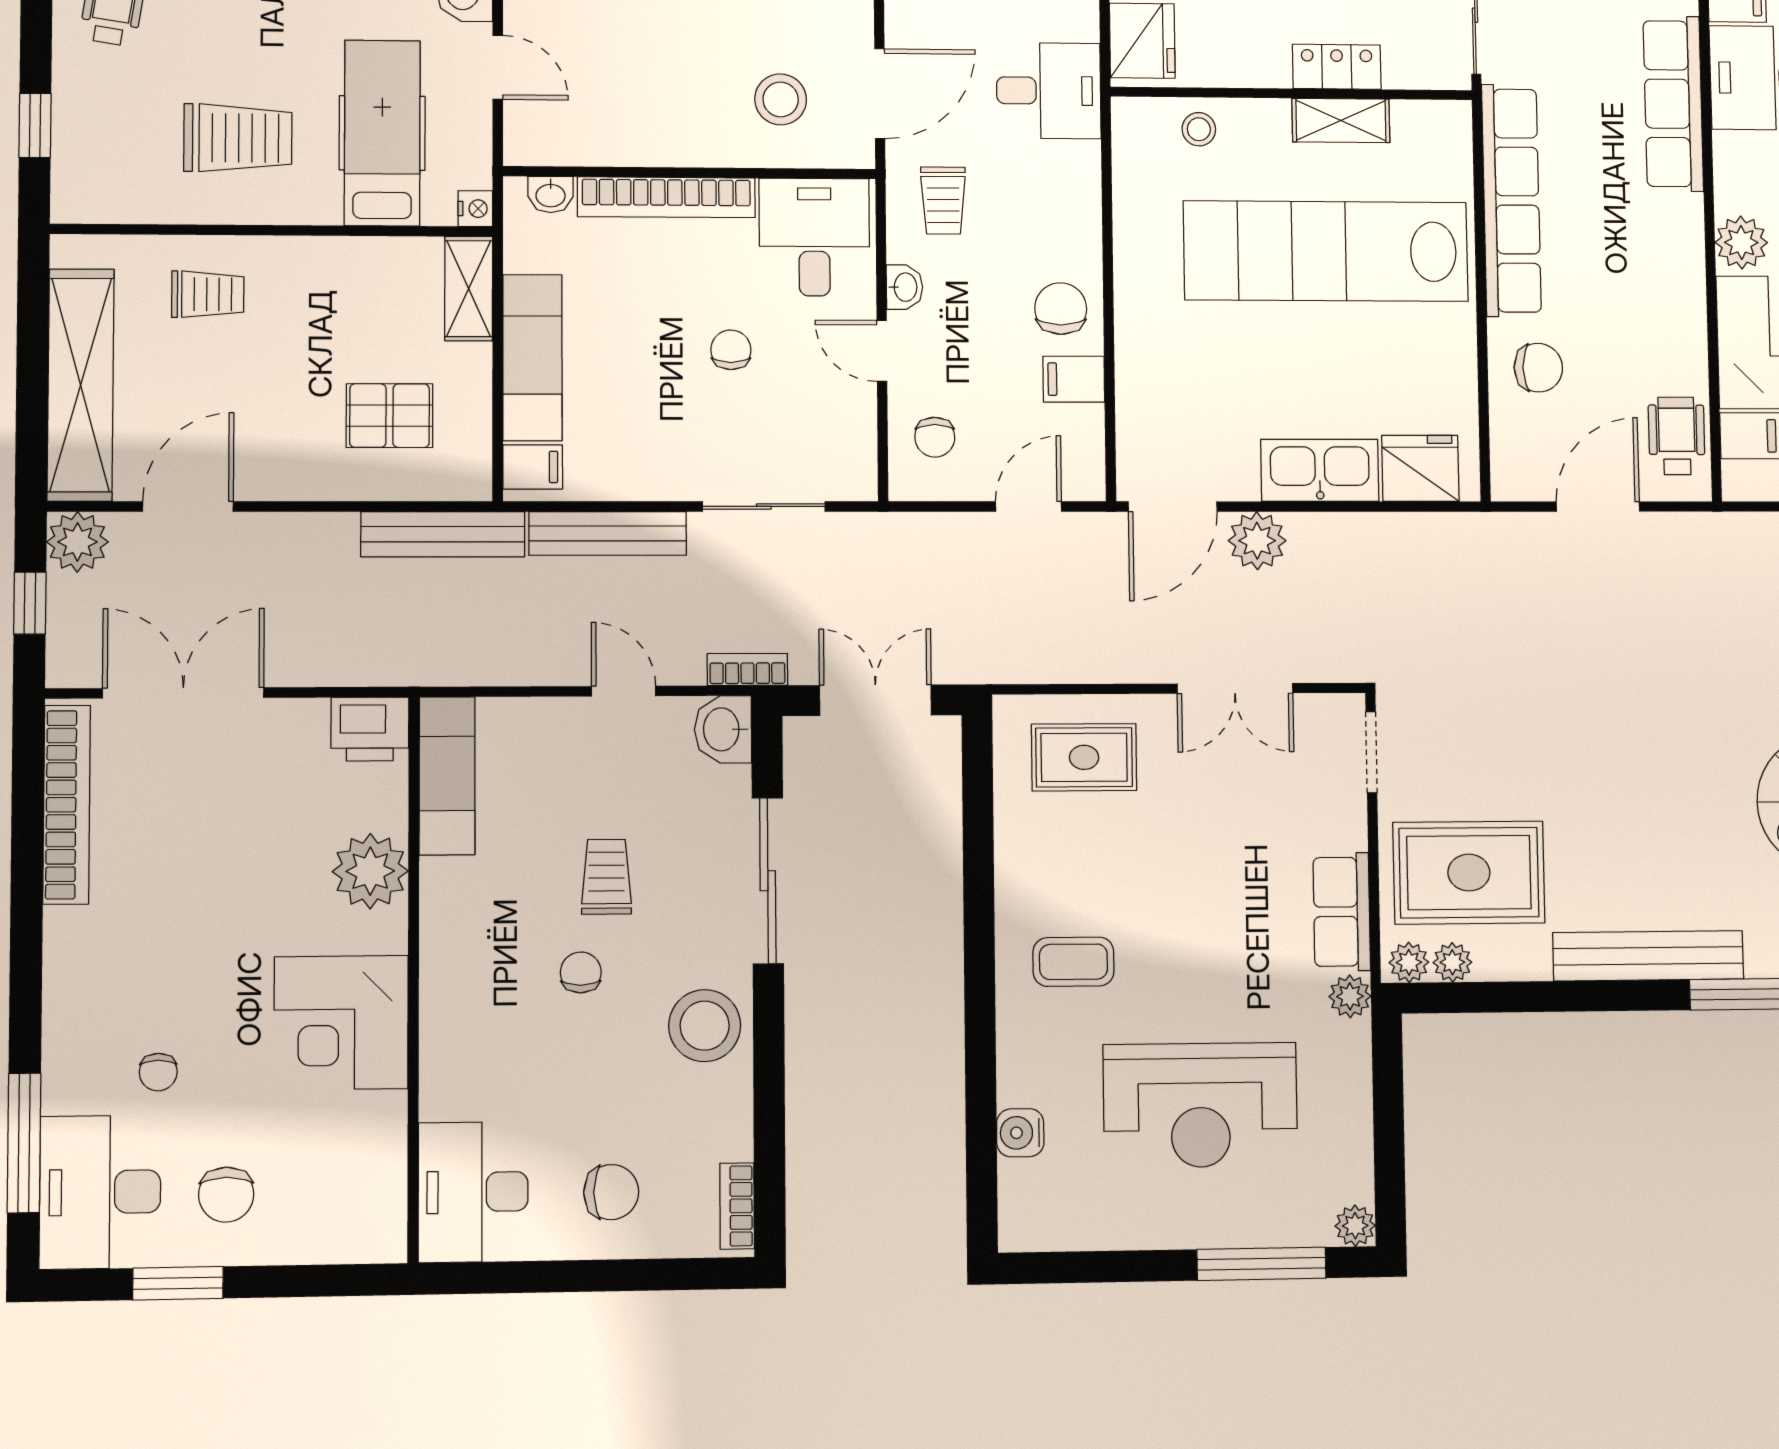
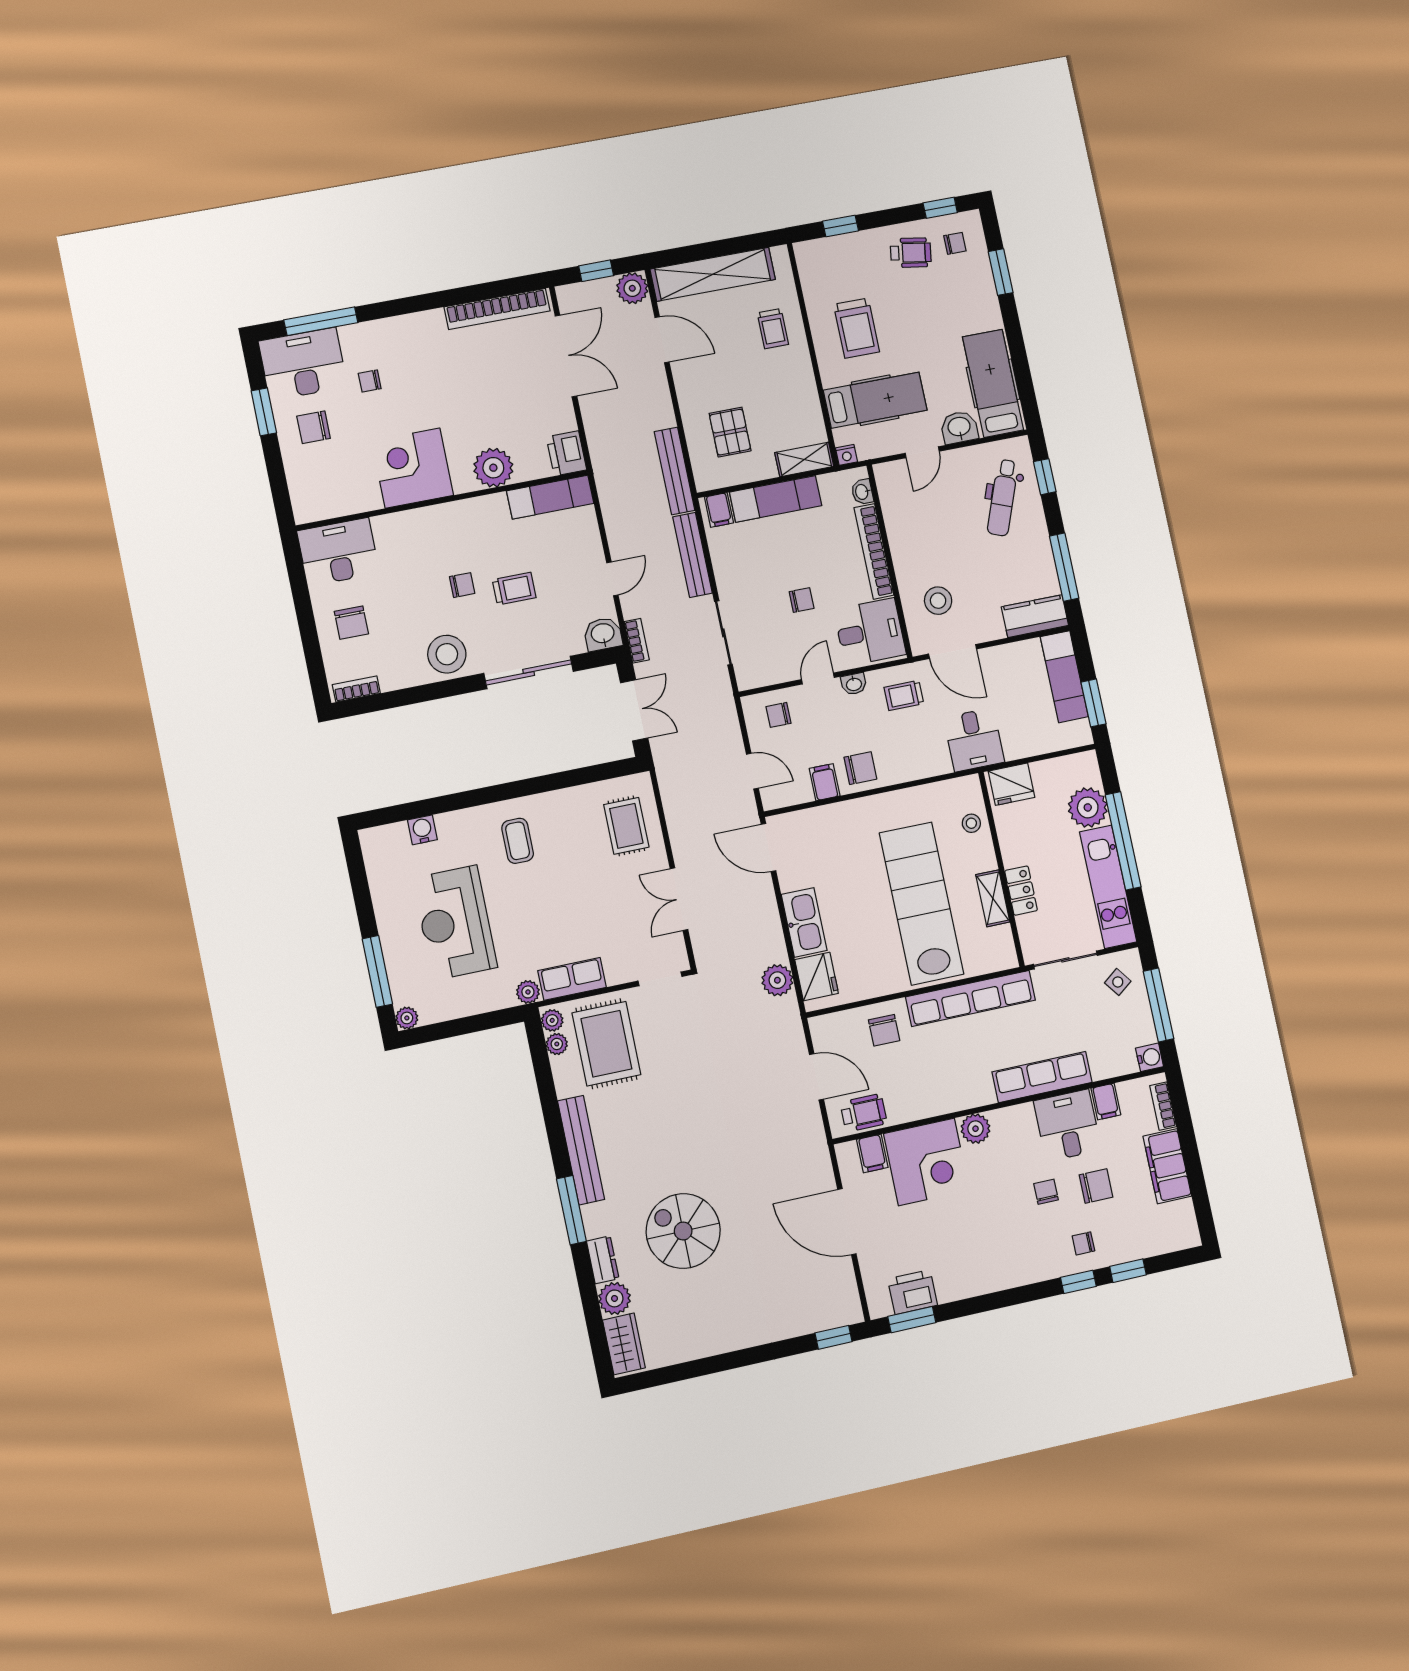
plant: (1257, 541) -> (777, 980), moved

